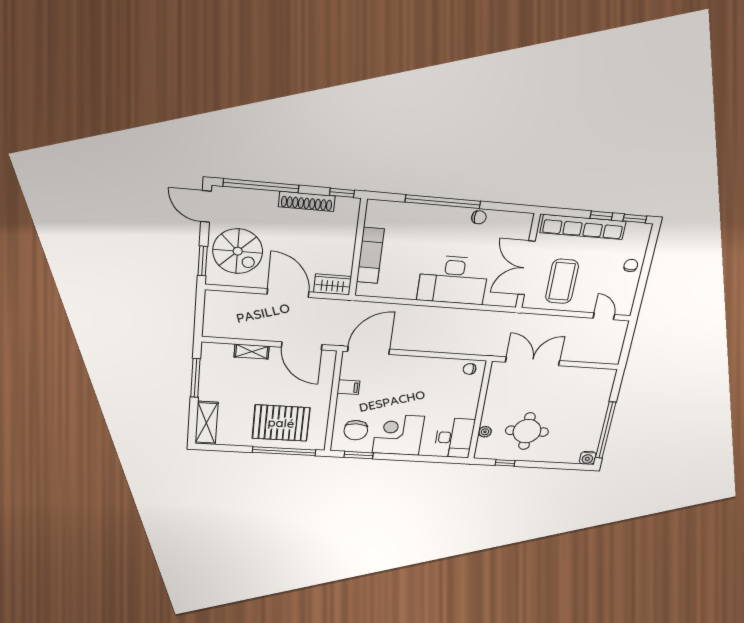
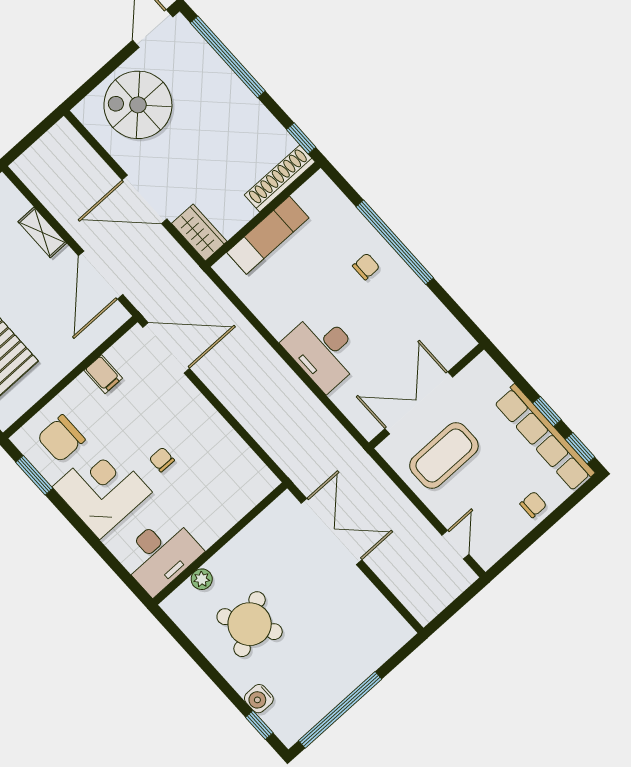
shoe rack: (307, 201) -> (280, 178), moved, turned 90
chair: (479, 217) -> (366, 266), moved, turned -90
row of seats: (583, 227) -> (544, 438), moved
spiral stairs: (238, 251) -> (138, 105), turned 90
window: (203, 261) -> (93, 83), removed
desk: (453, 280) -> (323, 351), width x0.73, depth x0.77
door: (288, 293) -> (144, 199), swing flipped
chair: (470, 369) -> (162, 460), moved
round table: (527, 431) -> (250, 624), turned -31
water cooler: (588, 458) -> (259, 699), moved
window: (505, 463) -> (259, 725), moved

